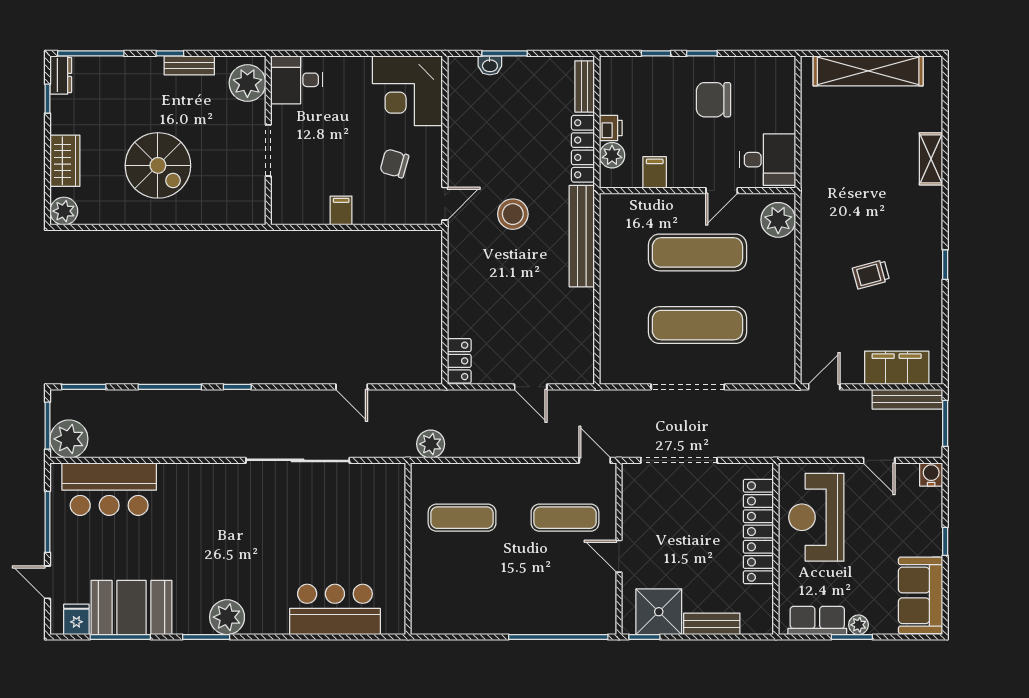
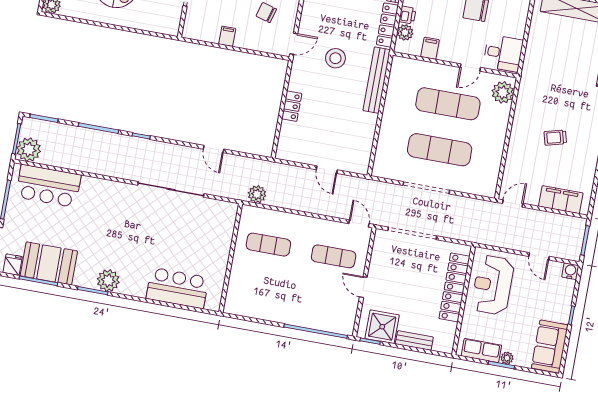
locker: (459, 361) -> (292, 106), moved
bench: (907, 399) -> (564, 221), removed

